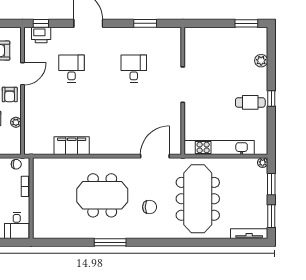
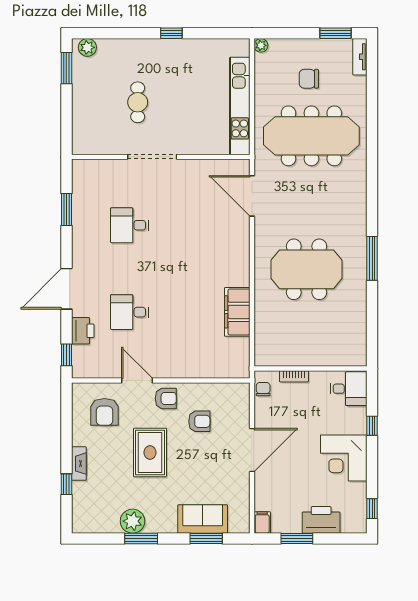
printer: (41, 35) -> (83, 331), moved
plant: (261, 61) -> (87, 47), moved
cafe table: (250, 102) -> (138, 102), moved
plant: (16, 122) -> (205, 390), removed
window: (271, 184) -> (291, 33), removed
meeting table: (102, 195) -> (307, 269), turned 90
chair: (150, 207) -> (309, 79), moved, turned -90
tv unit: (249, 234) -> (360, 57), width x0.71

